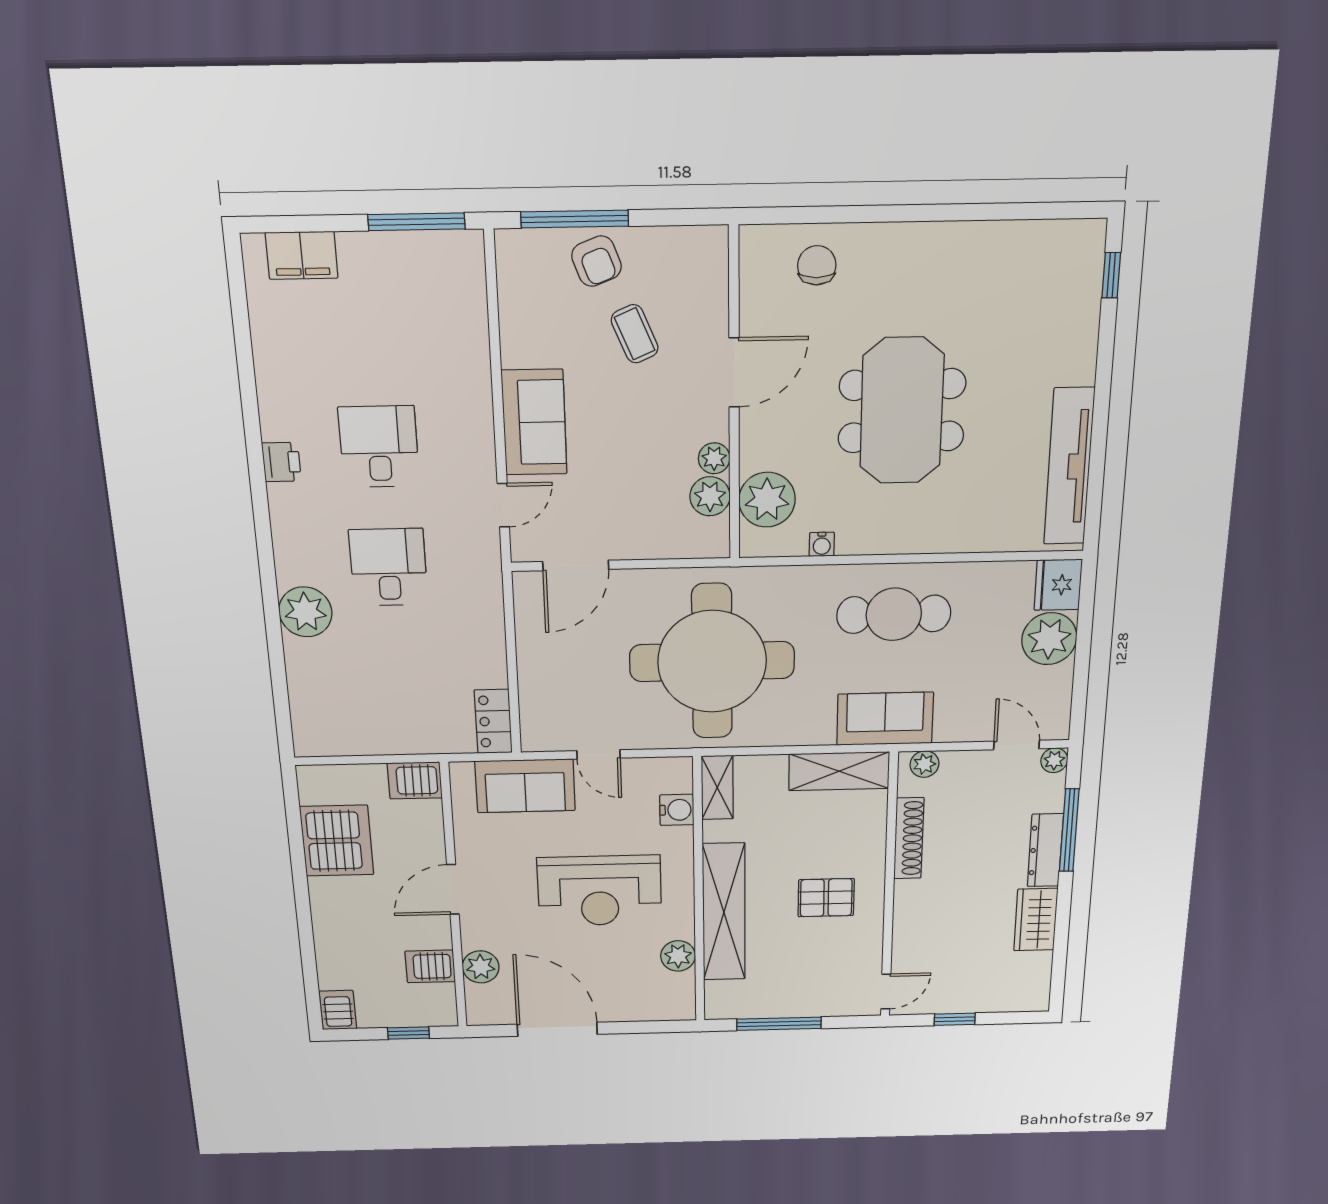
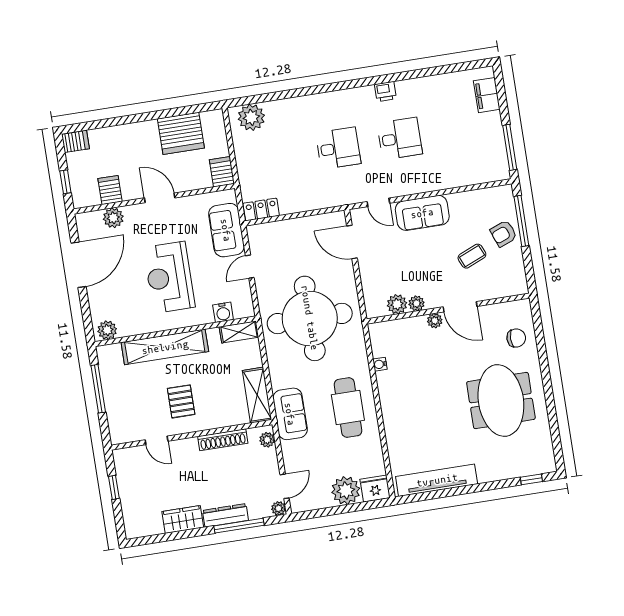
meeting table: (902, 411) -> (501, 401), moved, turned 90
plant: (767, 500) -> (435, 321), moved, width x0.53, depth x0.53
plant: (305, 612) -> (251, 117), moved
plant: (678, 956) -> (107, 330), moved
door: (886, 992) -> (156, 440), moved

